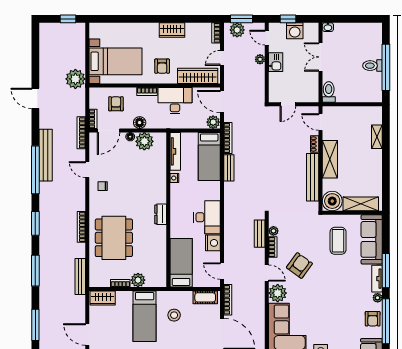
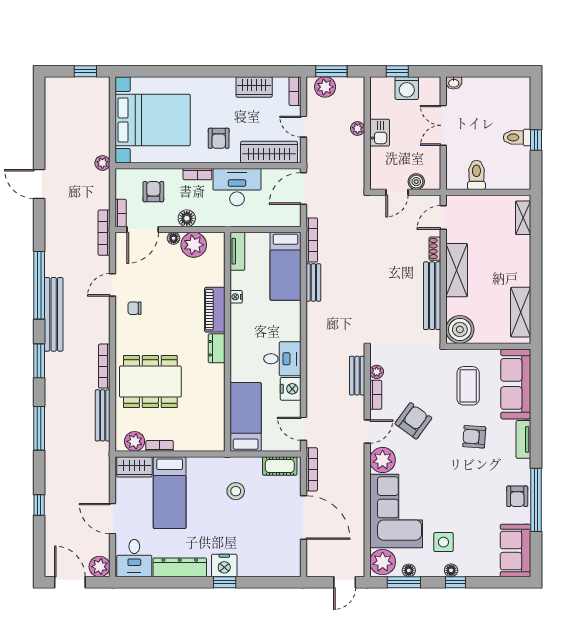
wardrobe: (172, 30) -> (254, 87), moved
door: (267, 38) -> (367, 98), removed
door: (222, 58) -> (304, 127), hinge flipped
bed with nightstands: (116, 61) -> (153, 120), width x1.36
window: (386, 67) -> (536, 140), width x0.32
plant: (75, 79) -> (102, 163), width x0.53, depth x0.53
toilet: (329, 92) -> (476, 175), moved
boiler: (301, 97) -> (416, 182), added
door: (222, 102) -> (304, 189), hinge flipped
plant: (213, 122) -> (291, 218), removed
door: (320, 122) -> (443, 217), hinge flipped
shelving: (377, 137) -> (523, 218), moved
tv unit: (175, 151) -> (237, 251), width x0.71
bench: (46, 155) -> (54, 314), moved
door: (87, 170) -> (113, 285), hinge flipped
piano: (159, 187) -> (215, 310), added
shelving: (361, 204) -> (521, 312), moved, turned 90
desk: (207, 217) -> (282, 359), width x0.73
dining table: (114, 238) -> (150, 382), turned 90
window: (386, 271) -> (536, 428), removed
door: (267, 273) -> (367, 431), hinge flipped
bench: (80, 276) -> (103, 415), moved
armchair: (342, 277) -> (474, 437), added
plant: (138, 280) -> (135, 441), moved
plant: (378, 298) -> (524, 466), removed
bed: (145, 316) -> (170, 493), moved
window: (35, 325) -> (39, 505), width x0.46

